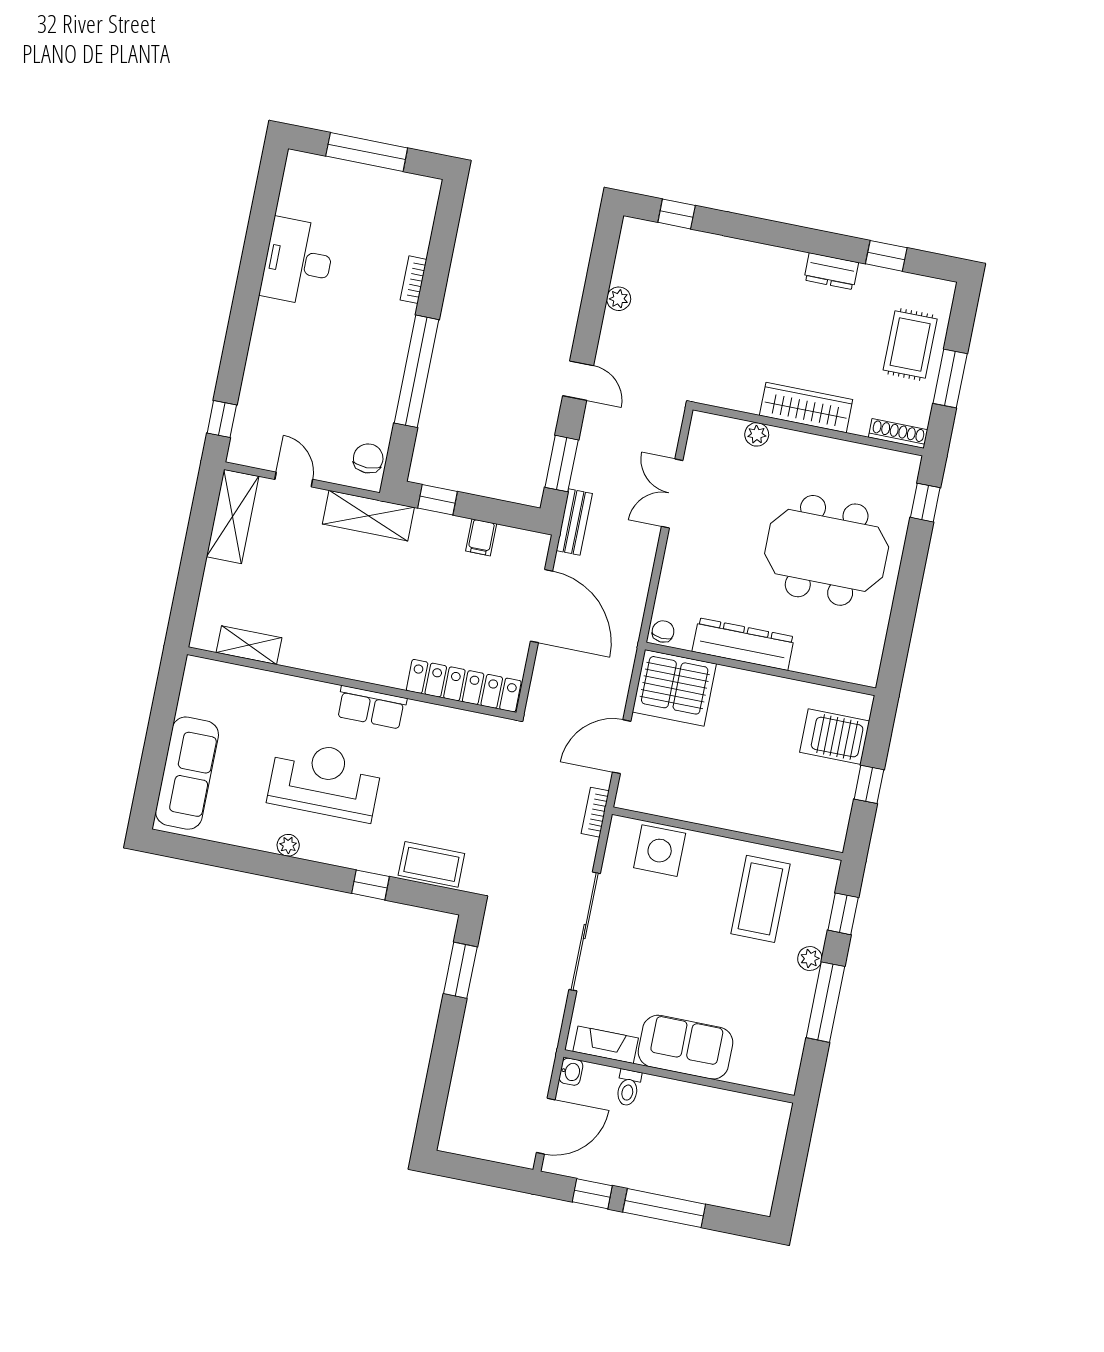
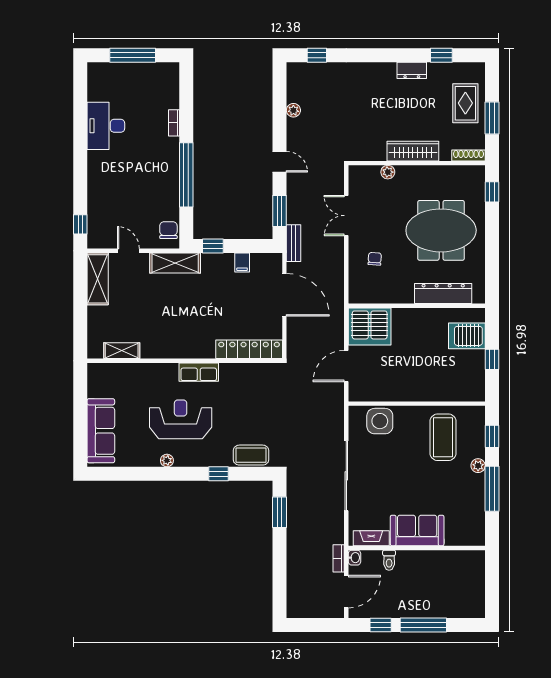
chair: (663, 631) -> (375, 259), moved
dresser: (743, 644) -> (443, 294), moved
bookcase: (595, 812) -> (339, 558), moved

